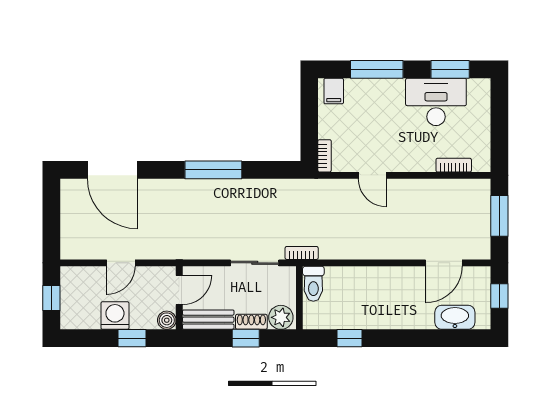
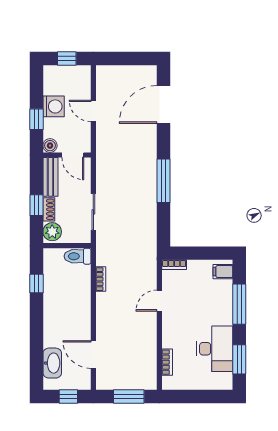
bookcase: (302, 253) -> (101, 279), moved

